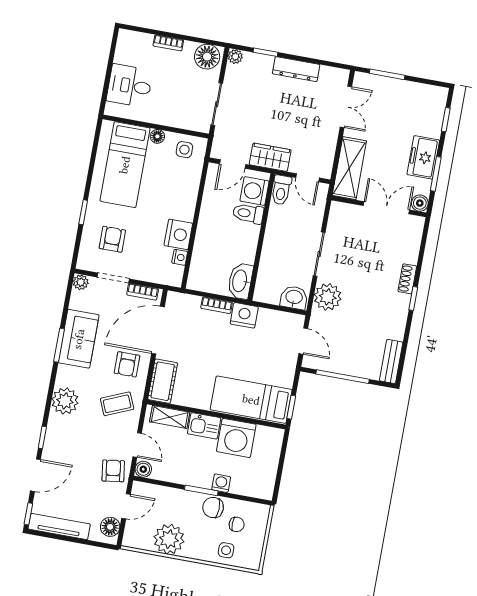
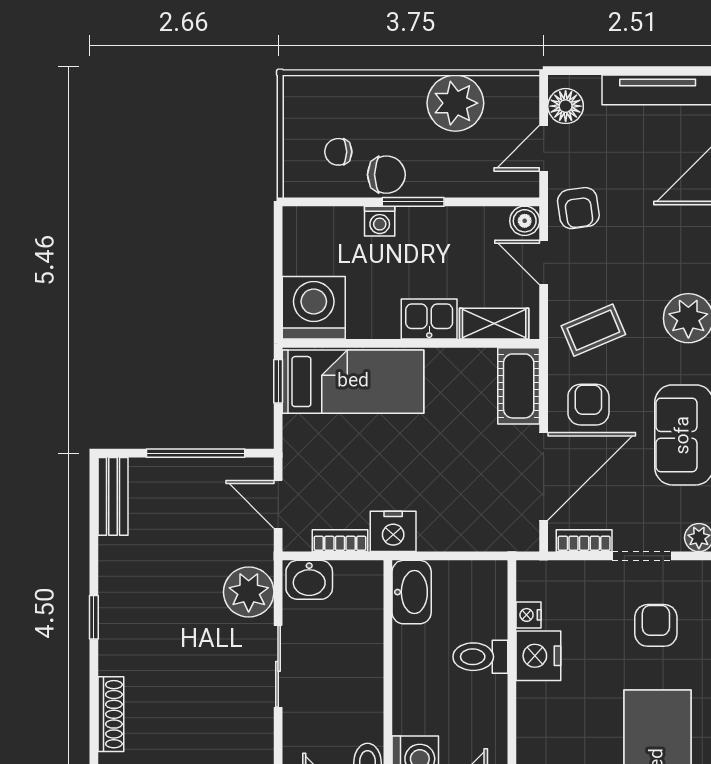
toilet: (248, 213) -> (480, 657), moved, turned 180
armchair: (112, 239) -> (656, 625), turned 180
shoe rack: (407, 279) -> (111, 714), moved, width x1.43
bookcase: (217, 305) -> (340, 541), moved
washing machine: (236, 438) -> (314, 308), moved
side table: (226, 550) -> (349, 102), removed

